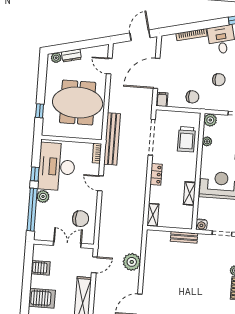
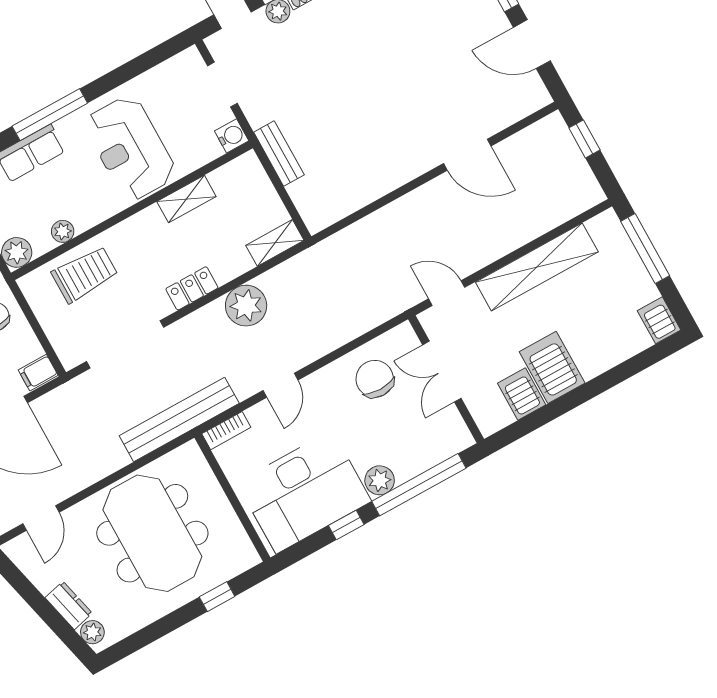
plant: (132, 262) -> (246, 306), moved
server rack: (42, 298) -> (552, 367), moved

